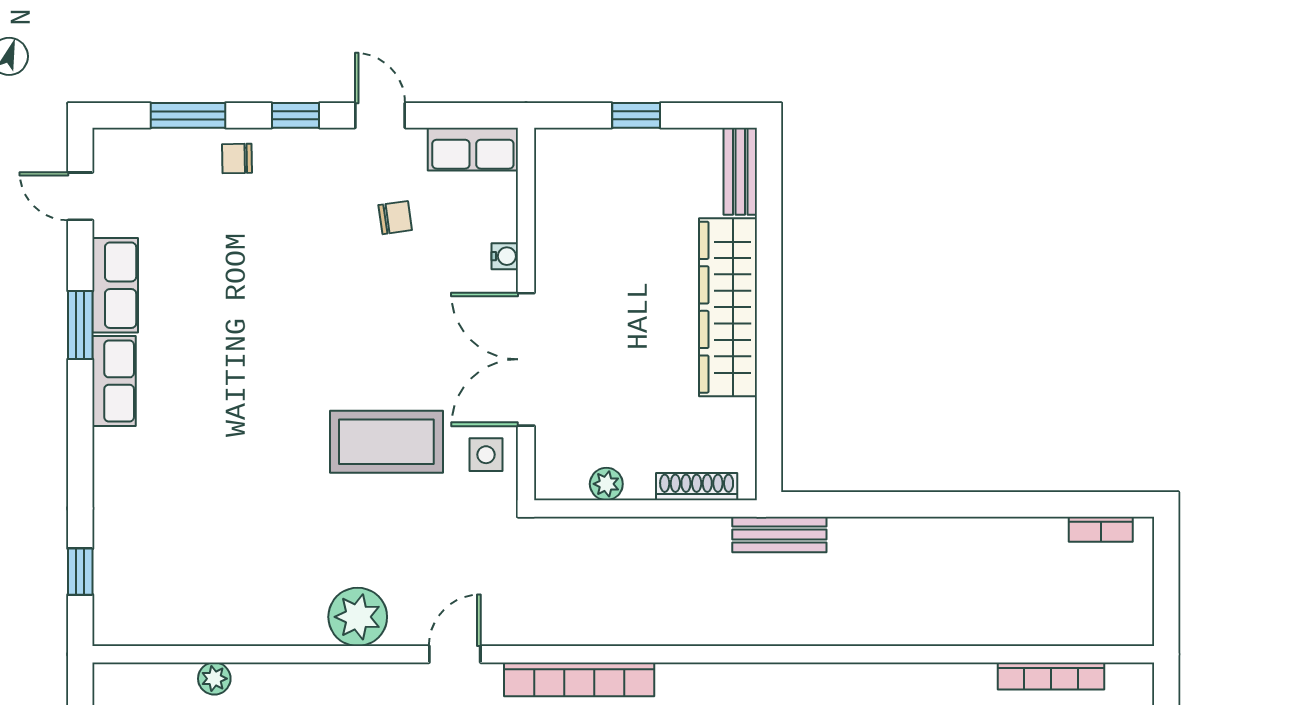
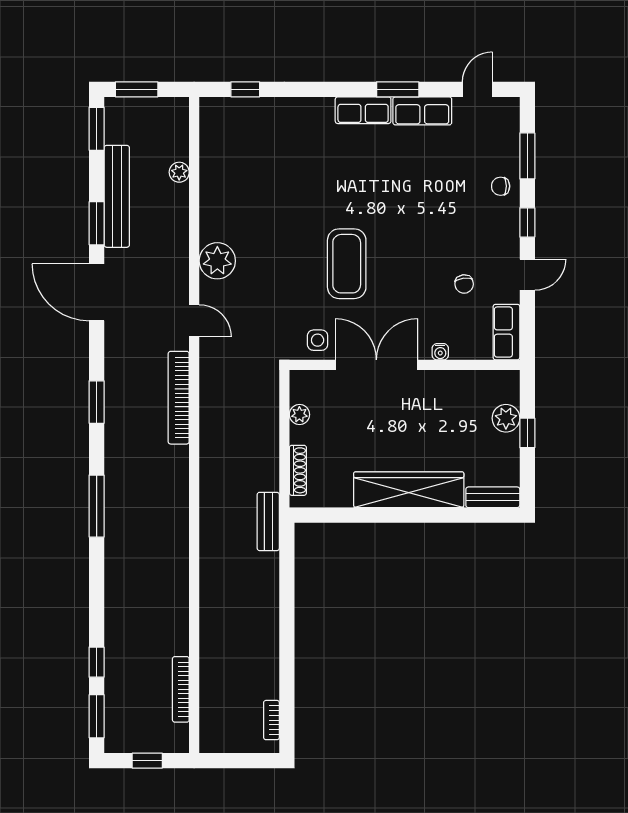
plant: (612, 150) -> (506, 418), added
chair: (237, 159) -> (501, 186), turned -89
coffee table: (386, 442) -> (347, 264), moved

